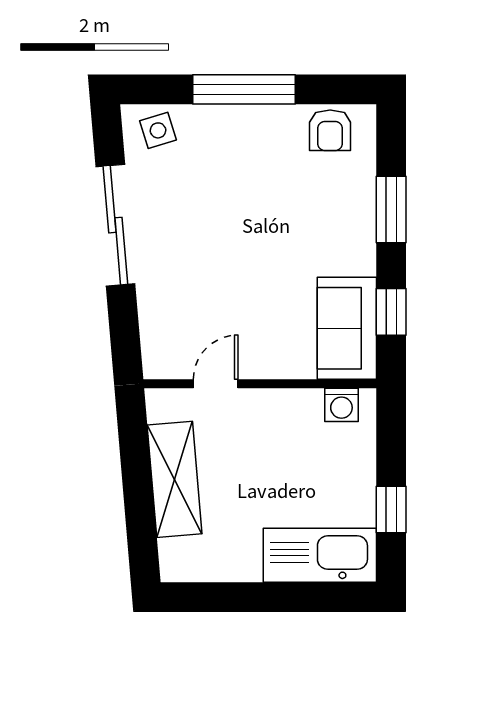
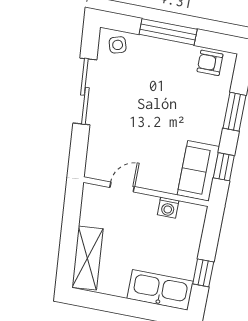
armchair: (330, 130) -> (210, 63), turned 90
washing machine: (341, 405) -> (168, 208), moved
shelving: (175, 479) -> (87, 258), moved

